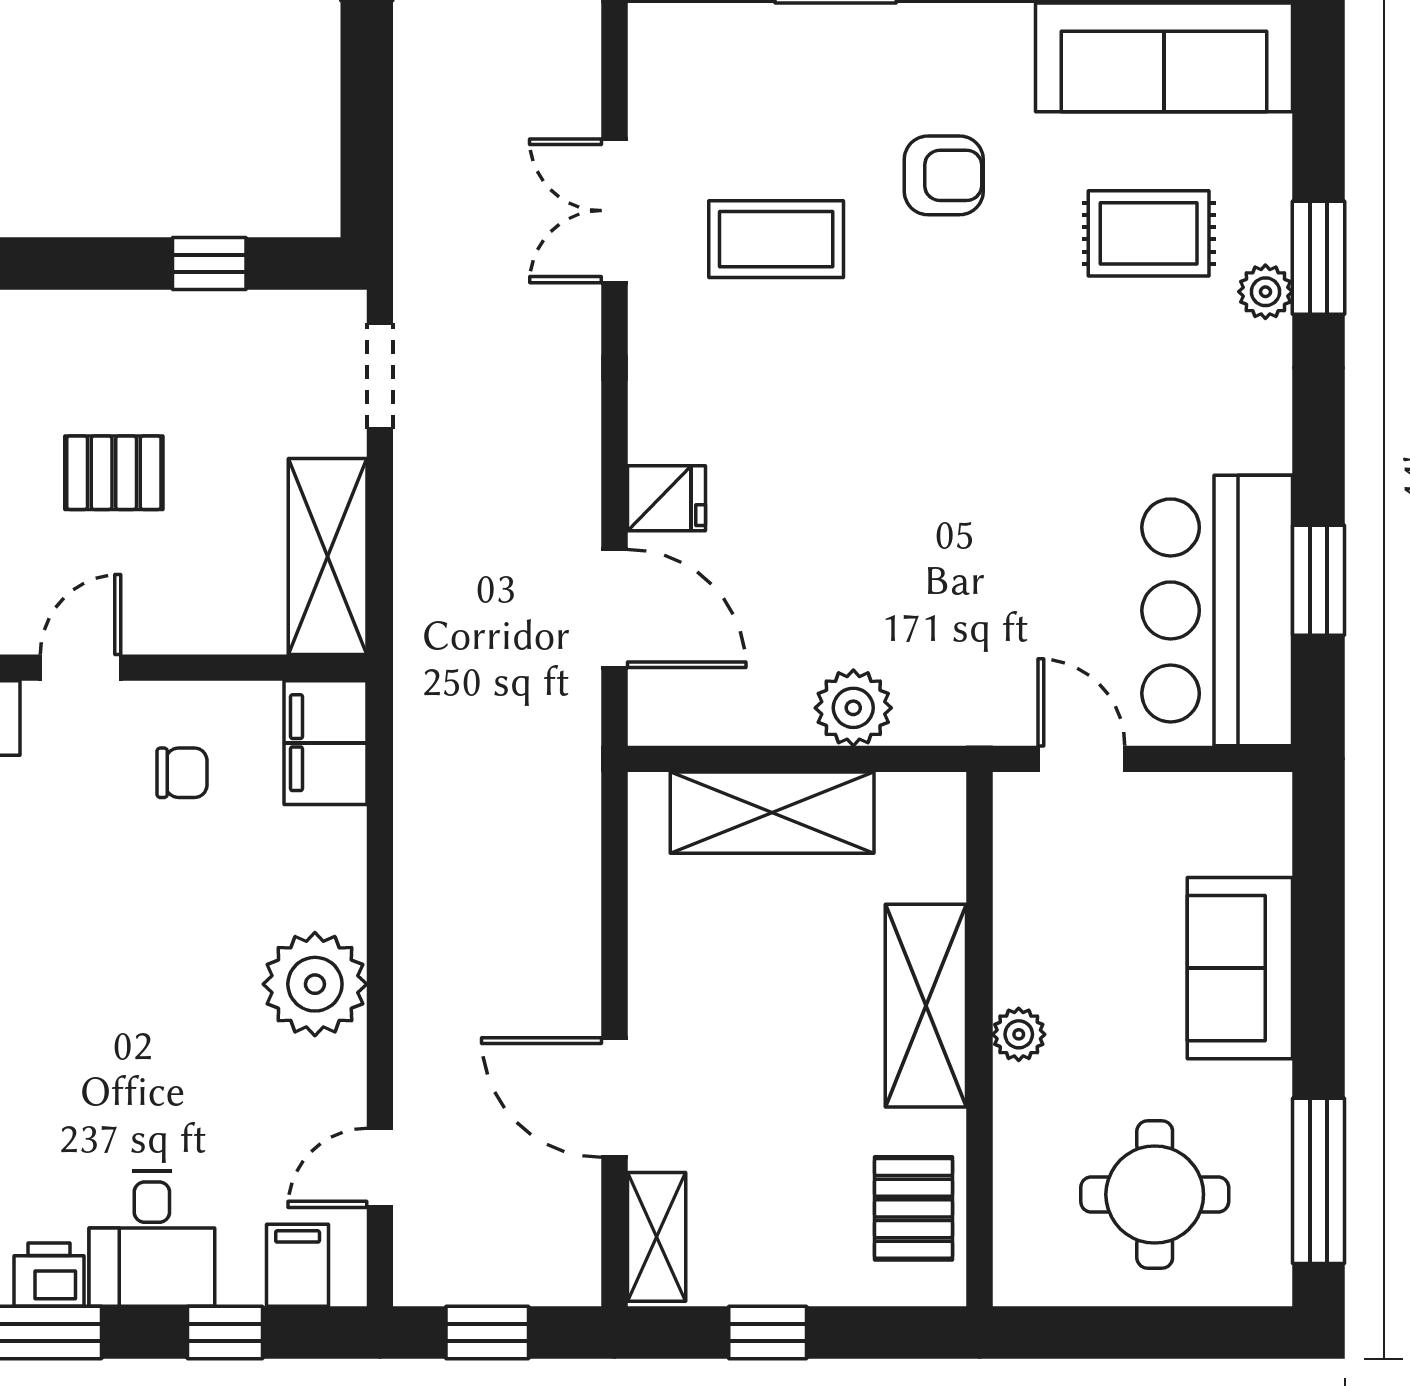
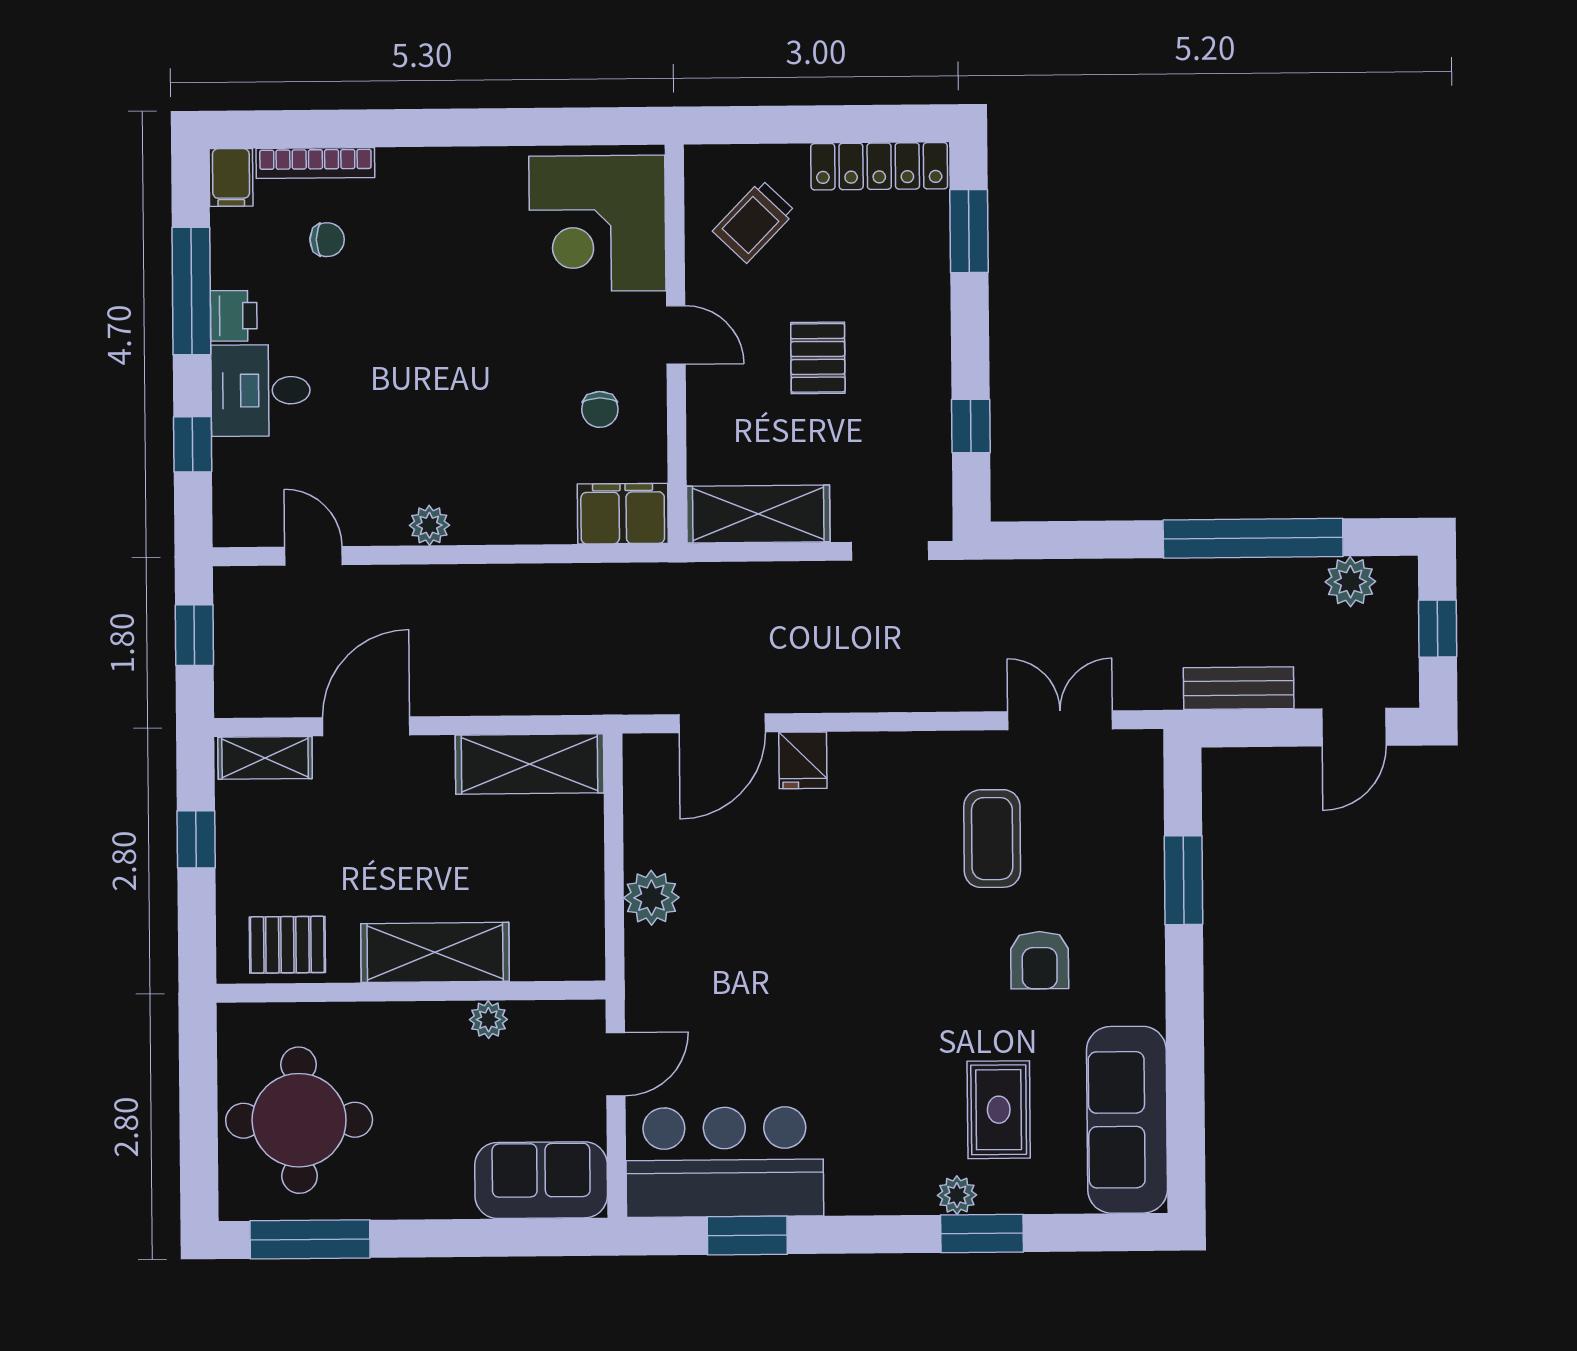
double door: (614, 211) -> (1060, 720), moved
shelving: (772, 813) -> (530, 764), moved, turned 90
sofa: (1240, 968) -> (541, 1180), moved
plant: (315, 984) -> (429, 525), width x0.53, depth x0.53
plant: (1019, 1034) -> (488, 1020), moved
round table: (1155, 1194) -> (299, 1120), width x1.36, depth x1.36
filing cabinet: (298, 1265) -> (242, 497), removed

